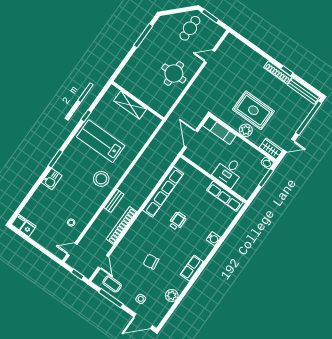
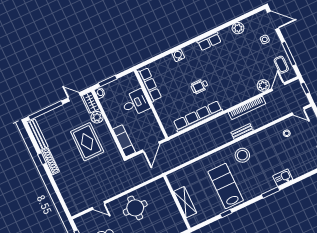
plant: (246, 130) -> (97, 117), moved
lab bench: (101, 141) -> (226, 186), turned 180
plant: (118, 255) -> (263, 86), added
chair: (151, 262) -> (239, 65), removed

